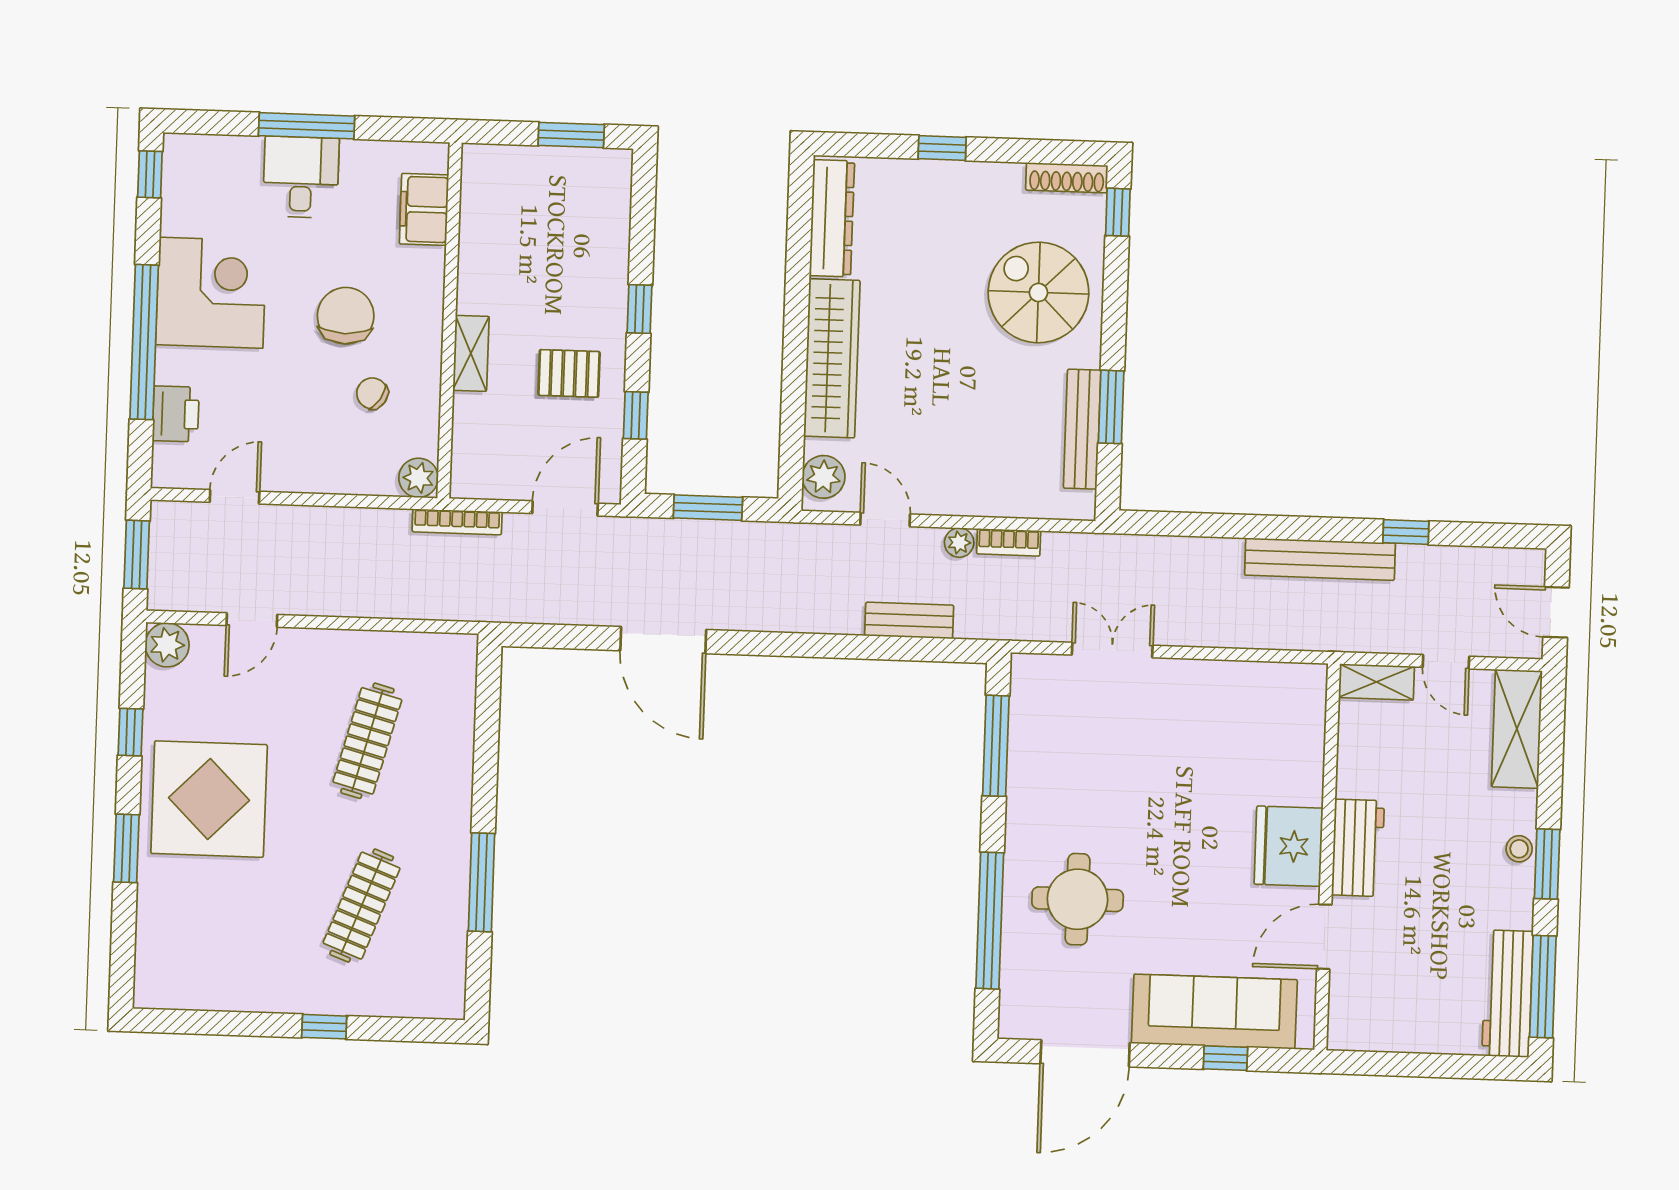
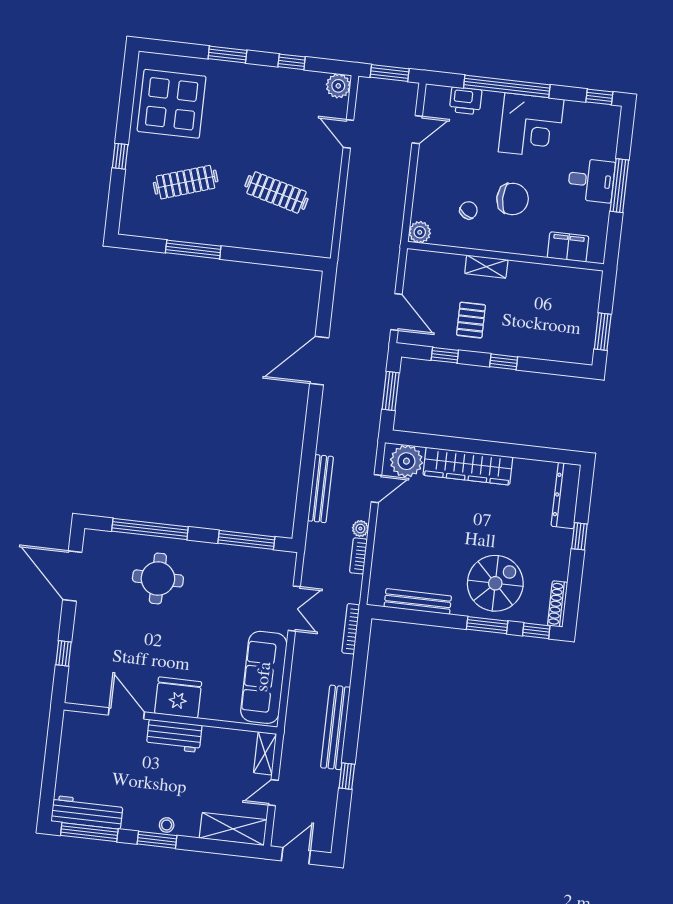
dresser: (832, 218) -> (566, 495), moved, turned 90
window: (1111, 407) -> (487, 625), moved
plant: (824, 477) -> (406, 461), width x1.36, depth x1.36
door: (235, 497) -> (417, 130), hinge flipped
bookcase: (457, 522) -> (351, 629), moved
bench: (909, 620) -> (320, 489), width x1.36
display table: (209, 799) -> (172, 104), moved
clothes rail: (362, 906) -> (186, 182), turned -39
sofa: (1214, 1012) -> (264, 677), moved, turned 180

